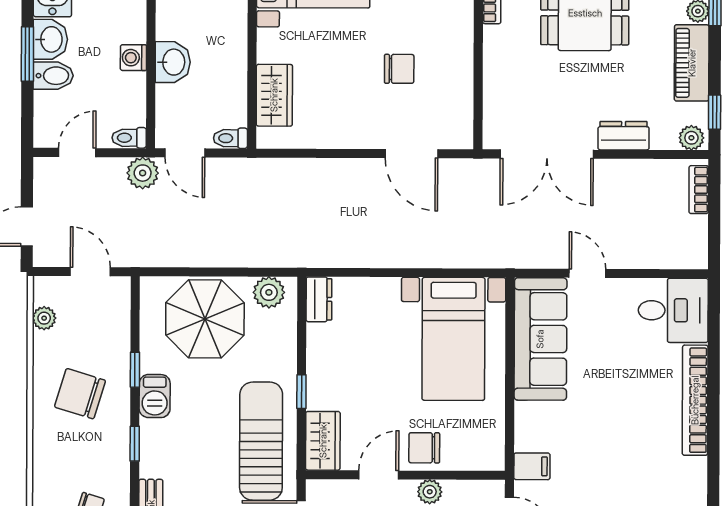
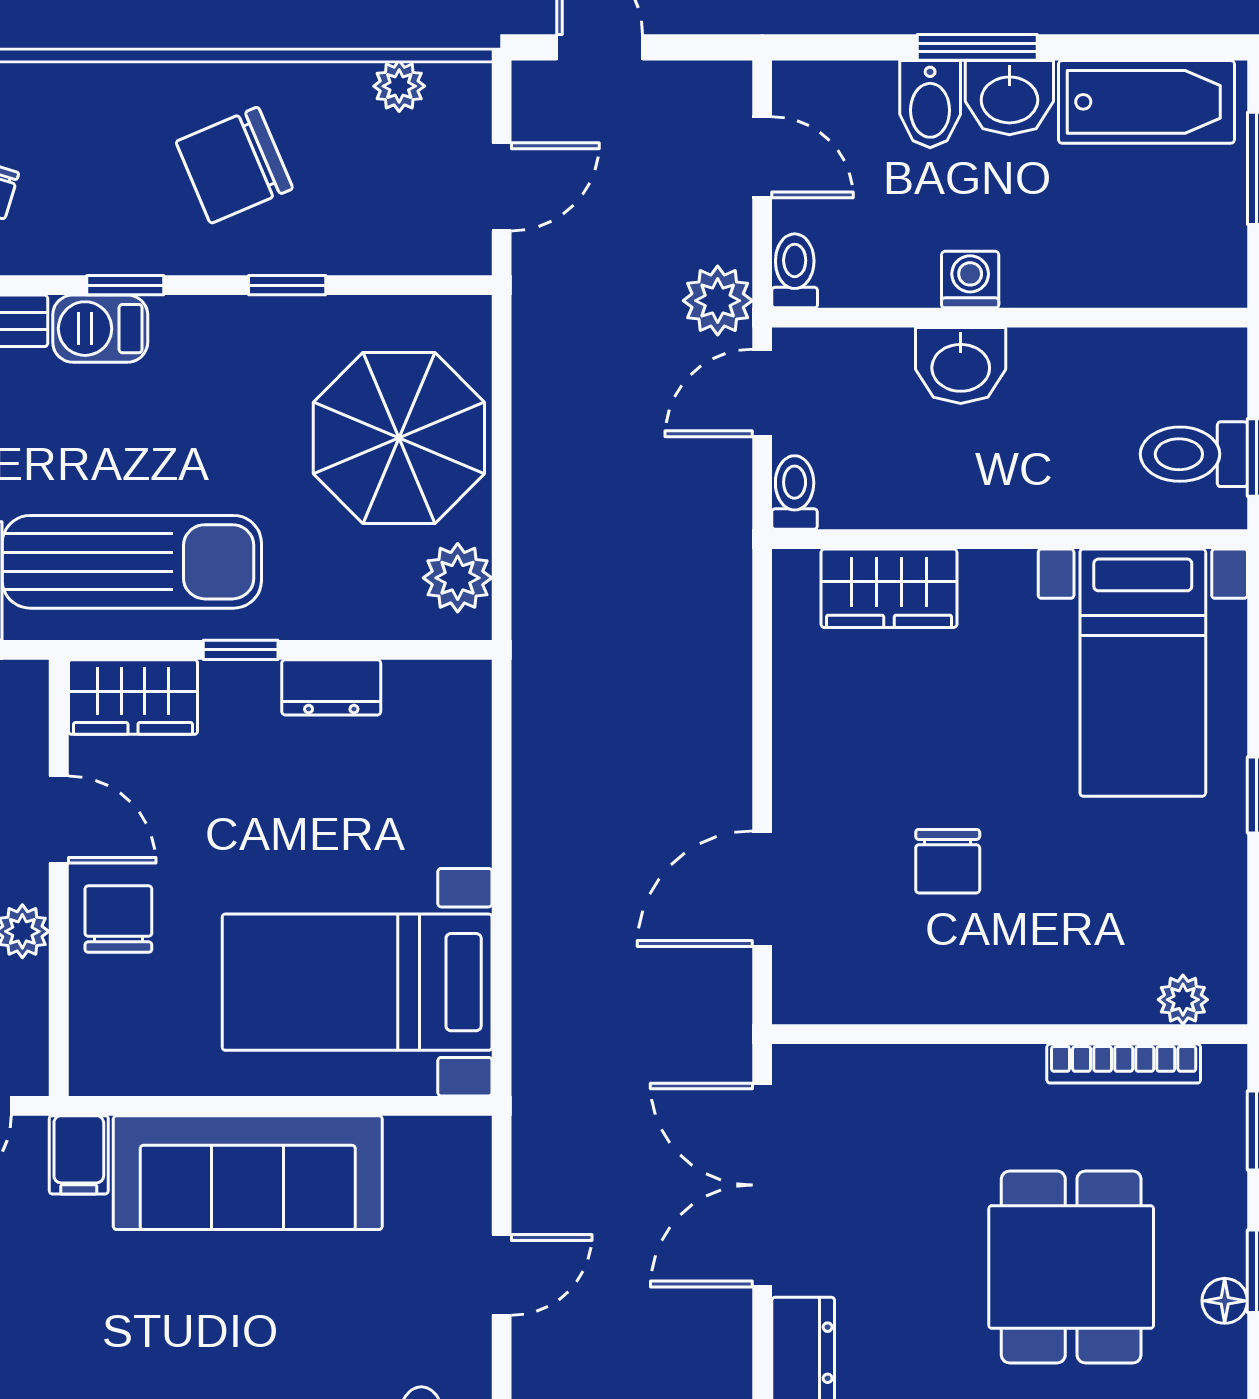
dresser: (319, 299) -> (331, 687), moved
sofa: (540, 339) -> (248, 1173), moved
chair: (80, 394) -> (234, 165), turned -130
barbecue: (155, 396) -> (100, 329), moved

